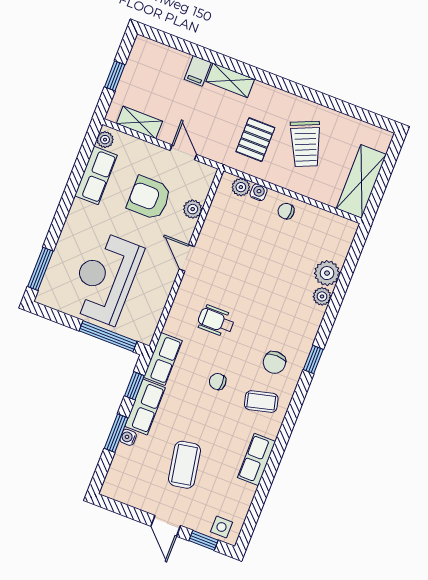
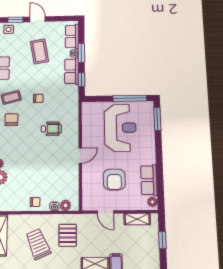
armchair: (149, 198) -> (114, 180), turned 90
plant: (193, 209) -> (88, 183), removed
door: (187, 258) -> (80, 155), hinge flipped
window: (108, 336) -> (130, 98), moved
row of seats: (163, 359) -> (72, 36), moved

